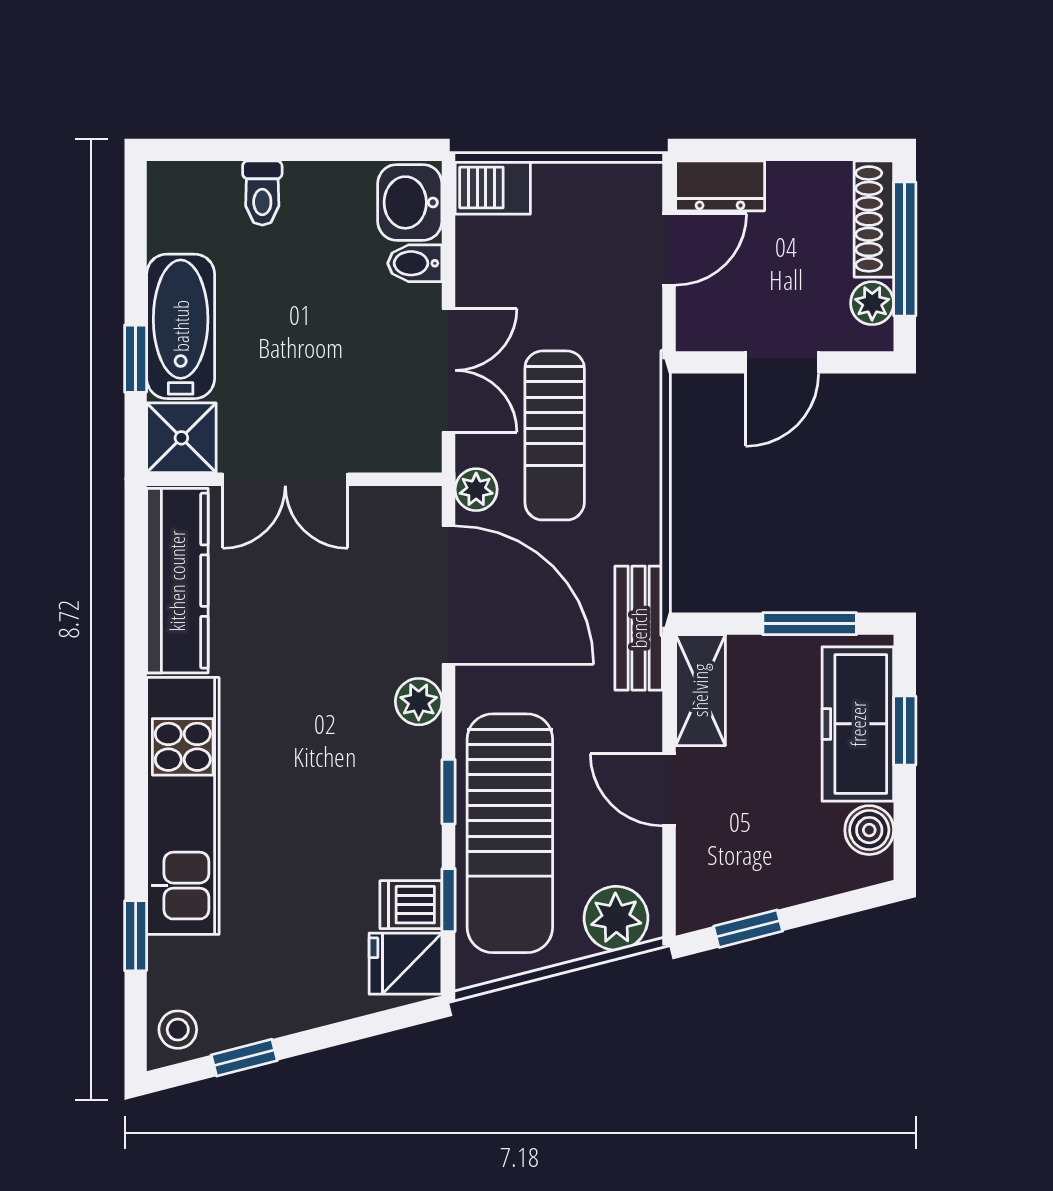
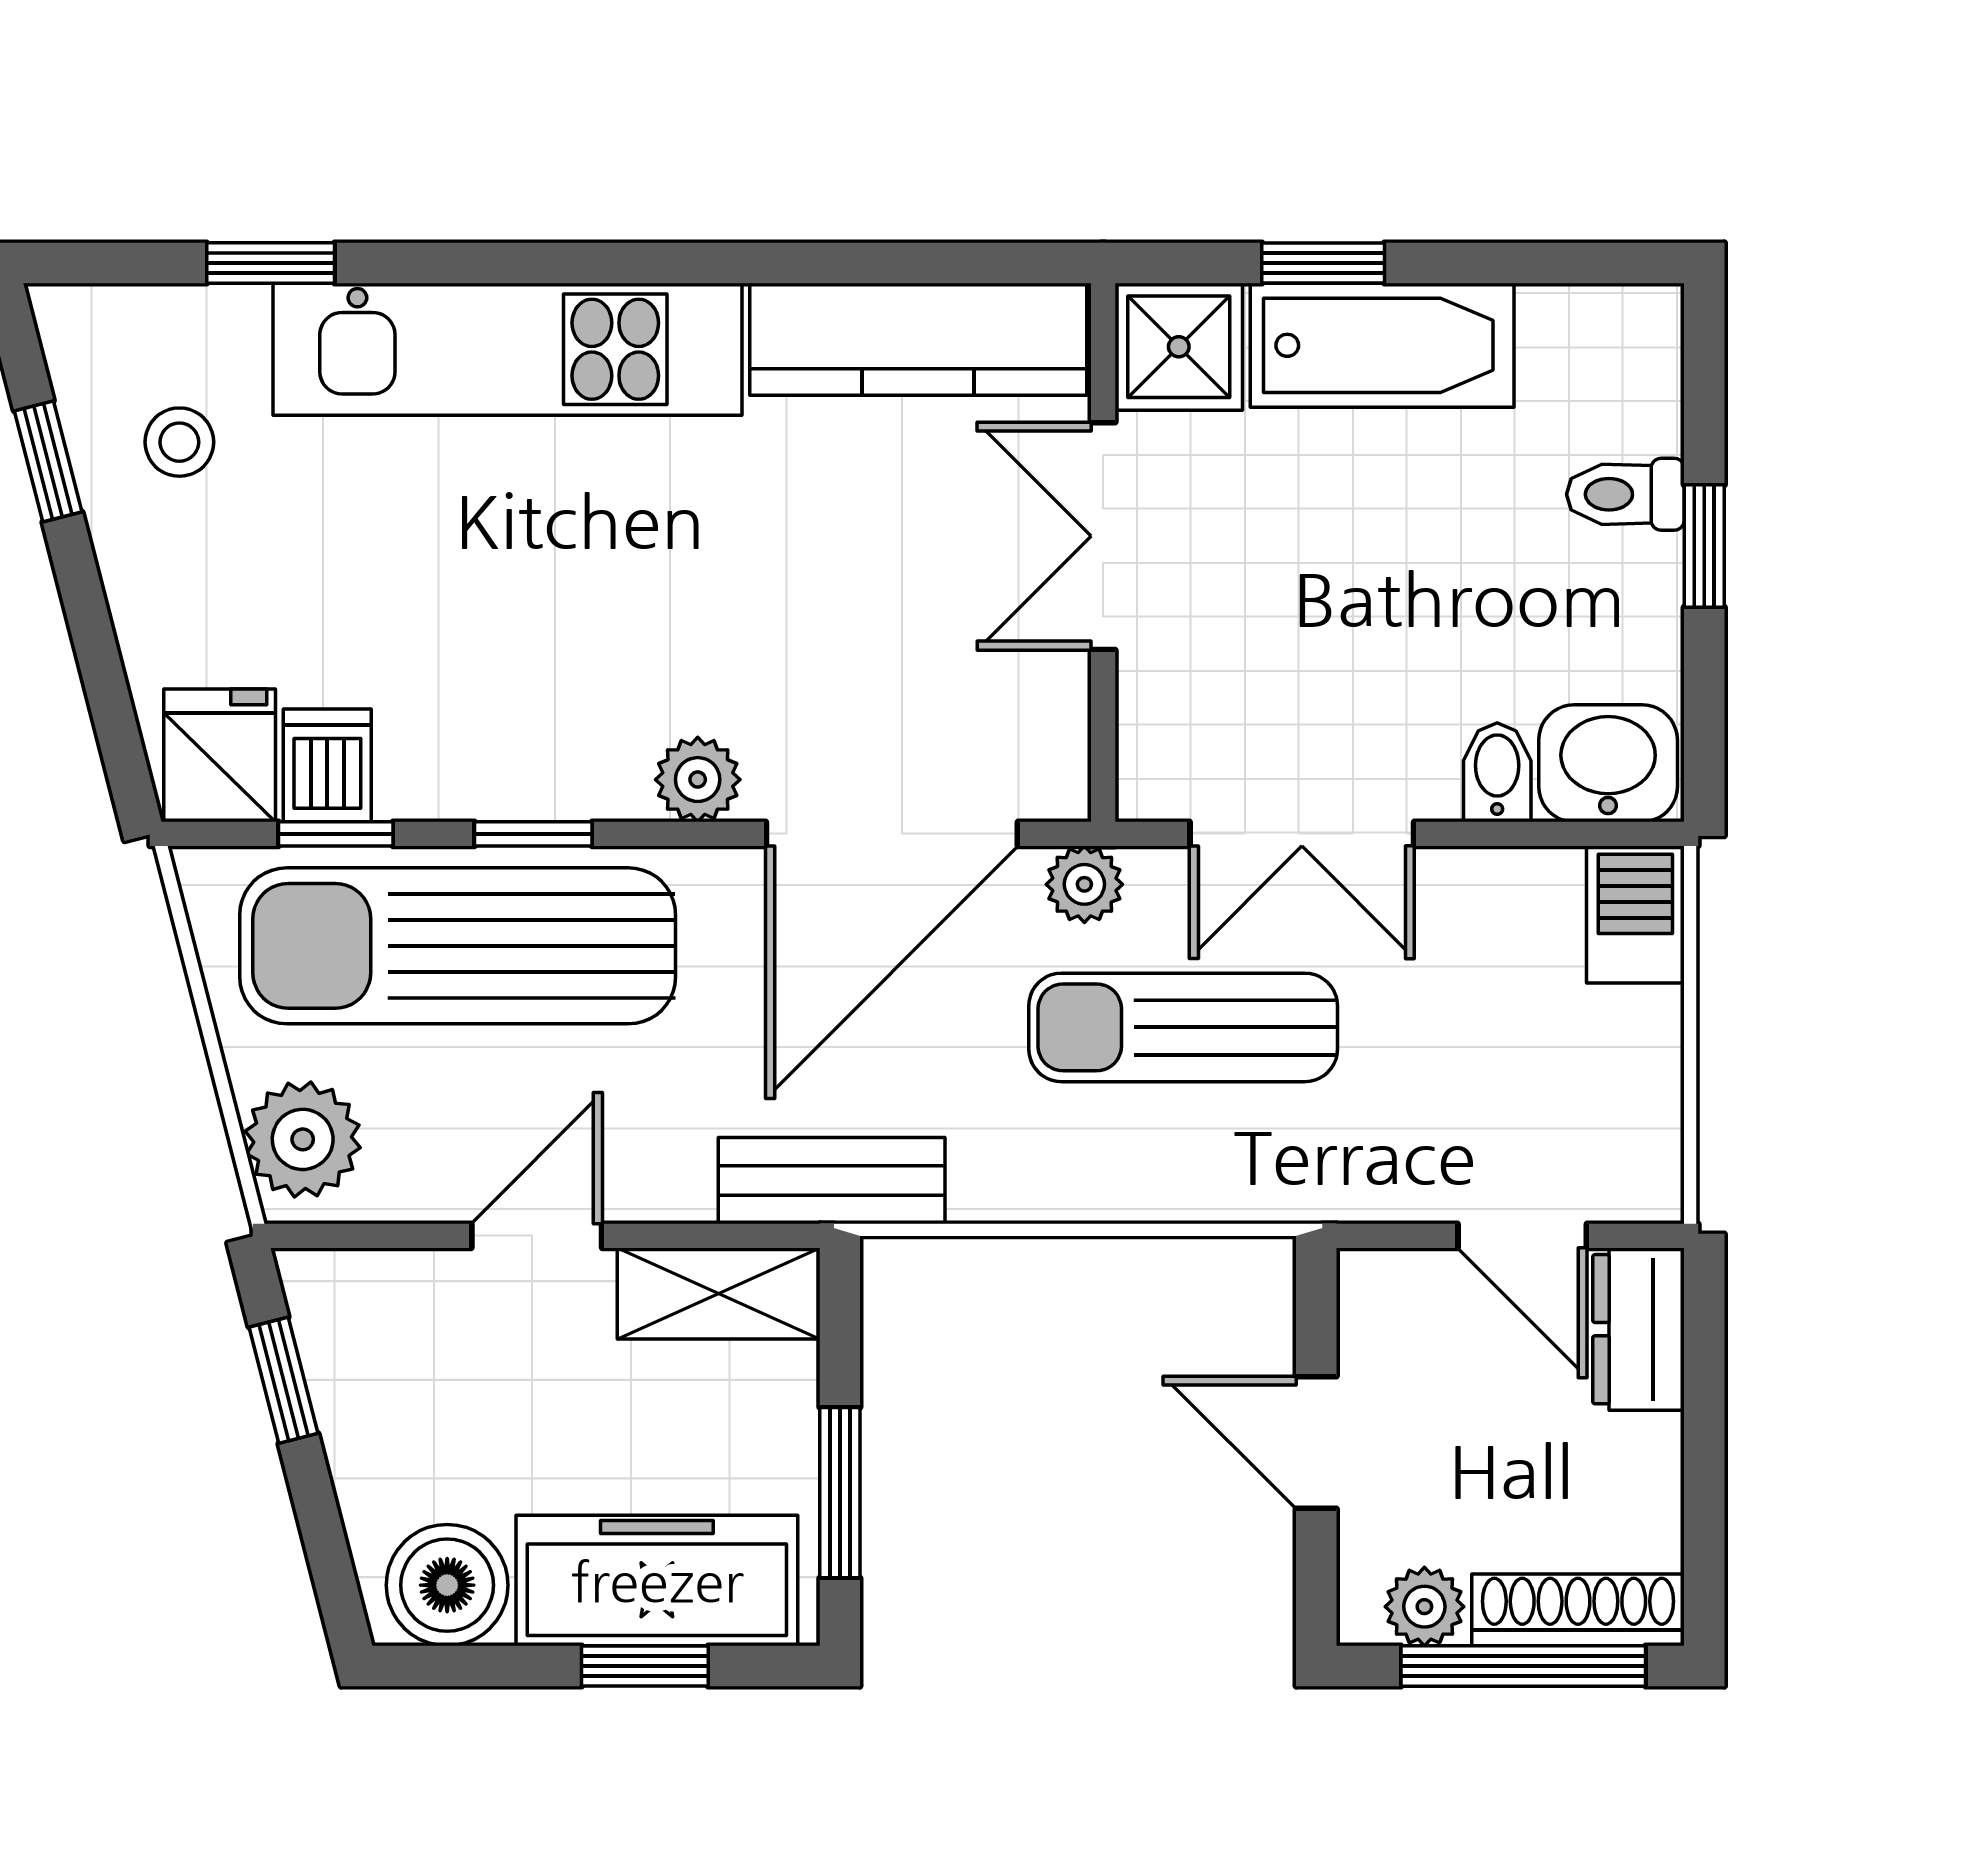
window: (291, 150) -> (1704, 546), added
boiler: (869, 830) -> (447, 1585), width x1.36, depth x1.36
stool: (178, 1030) -> (179, 442), moved

